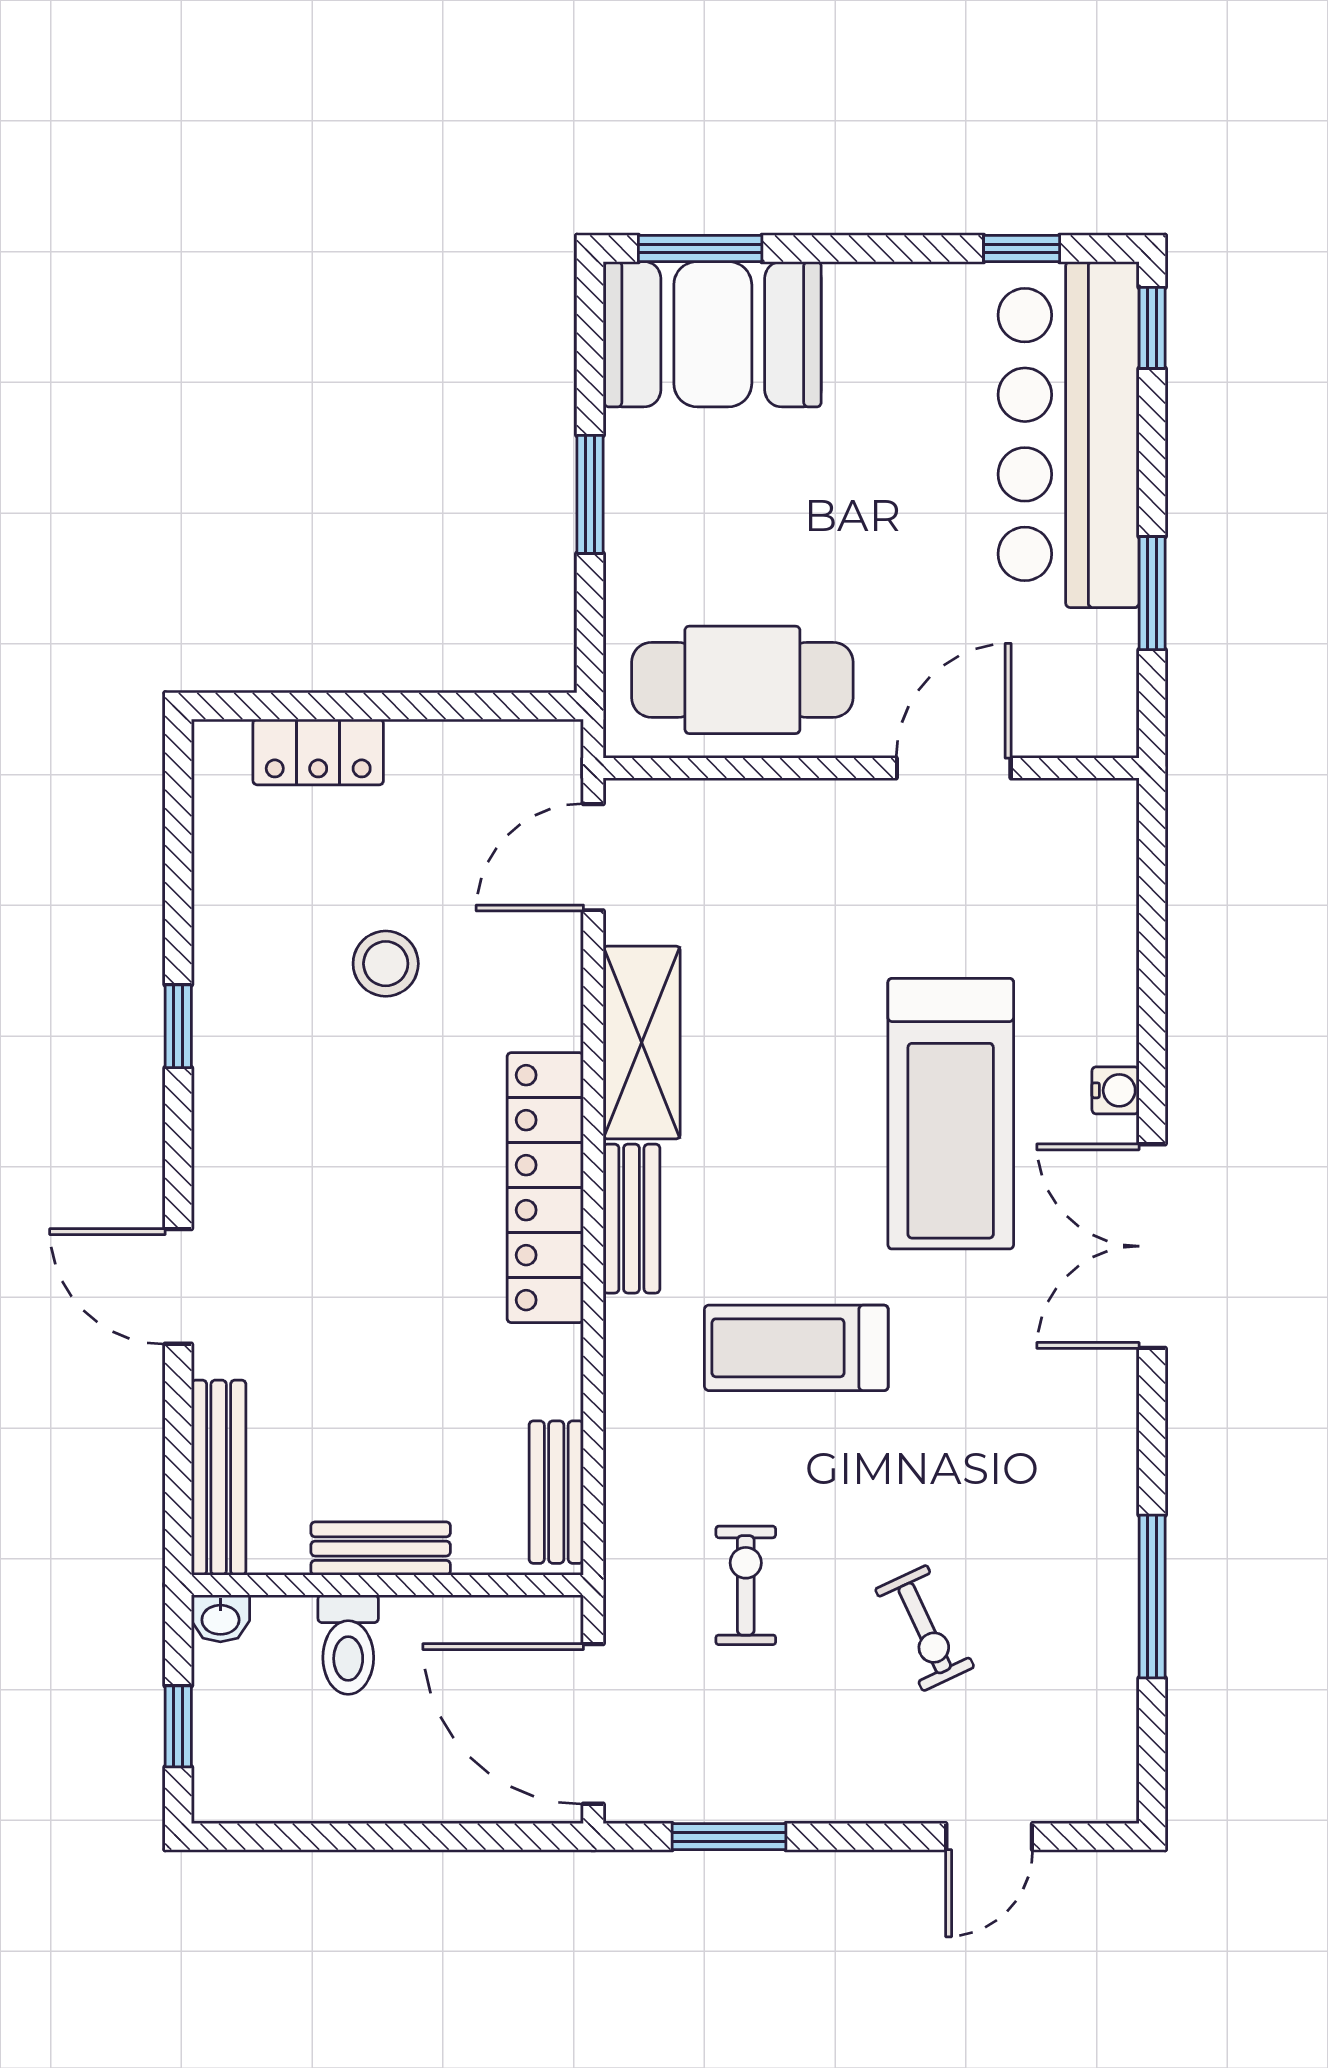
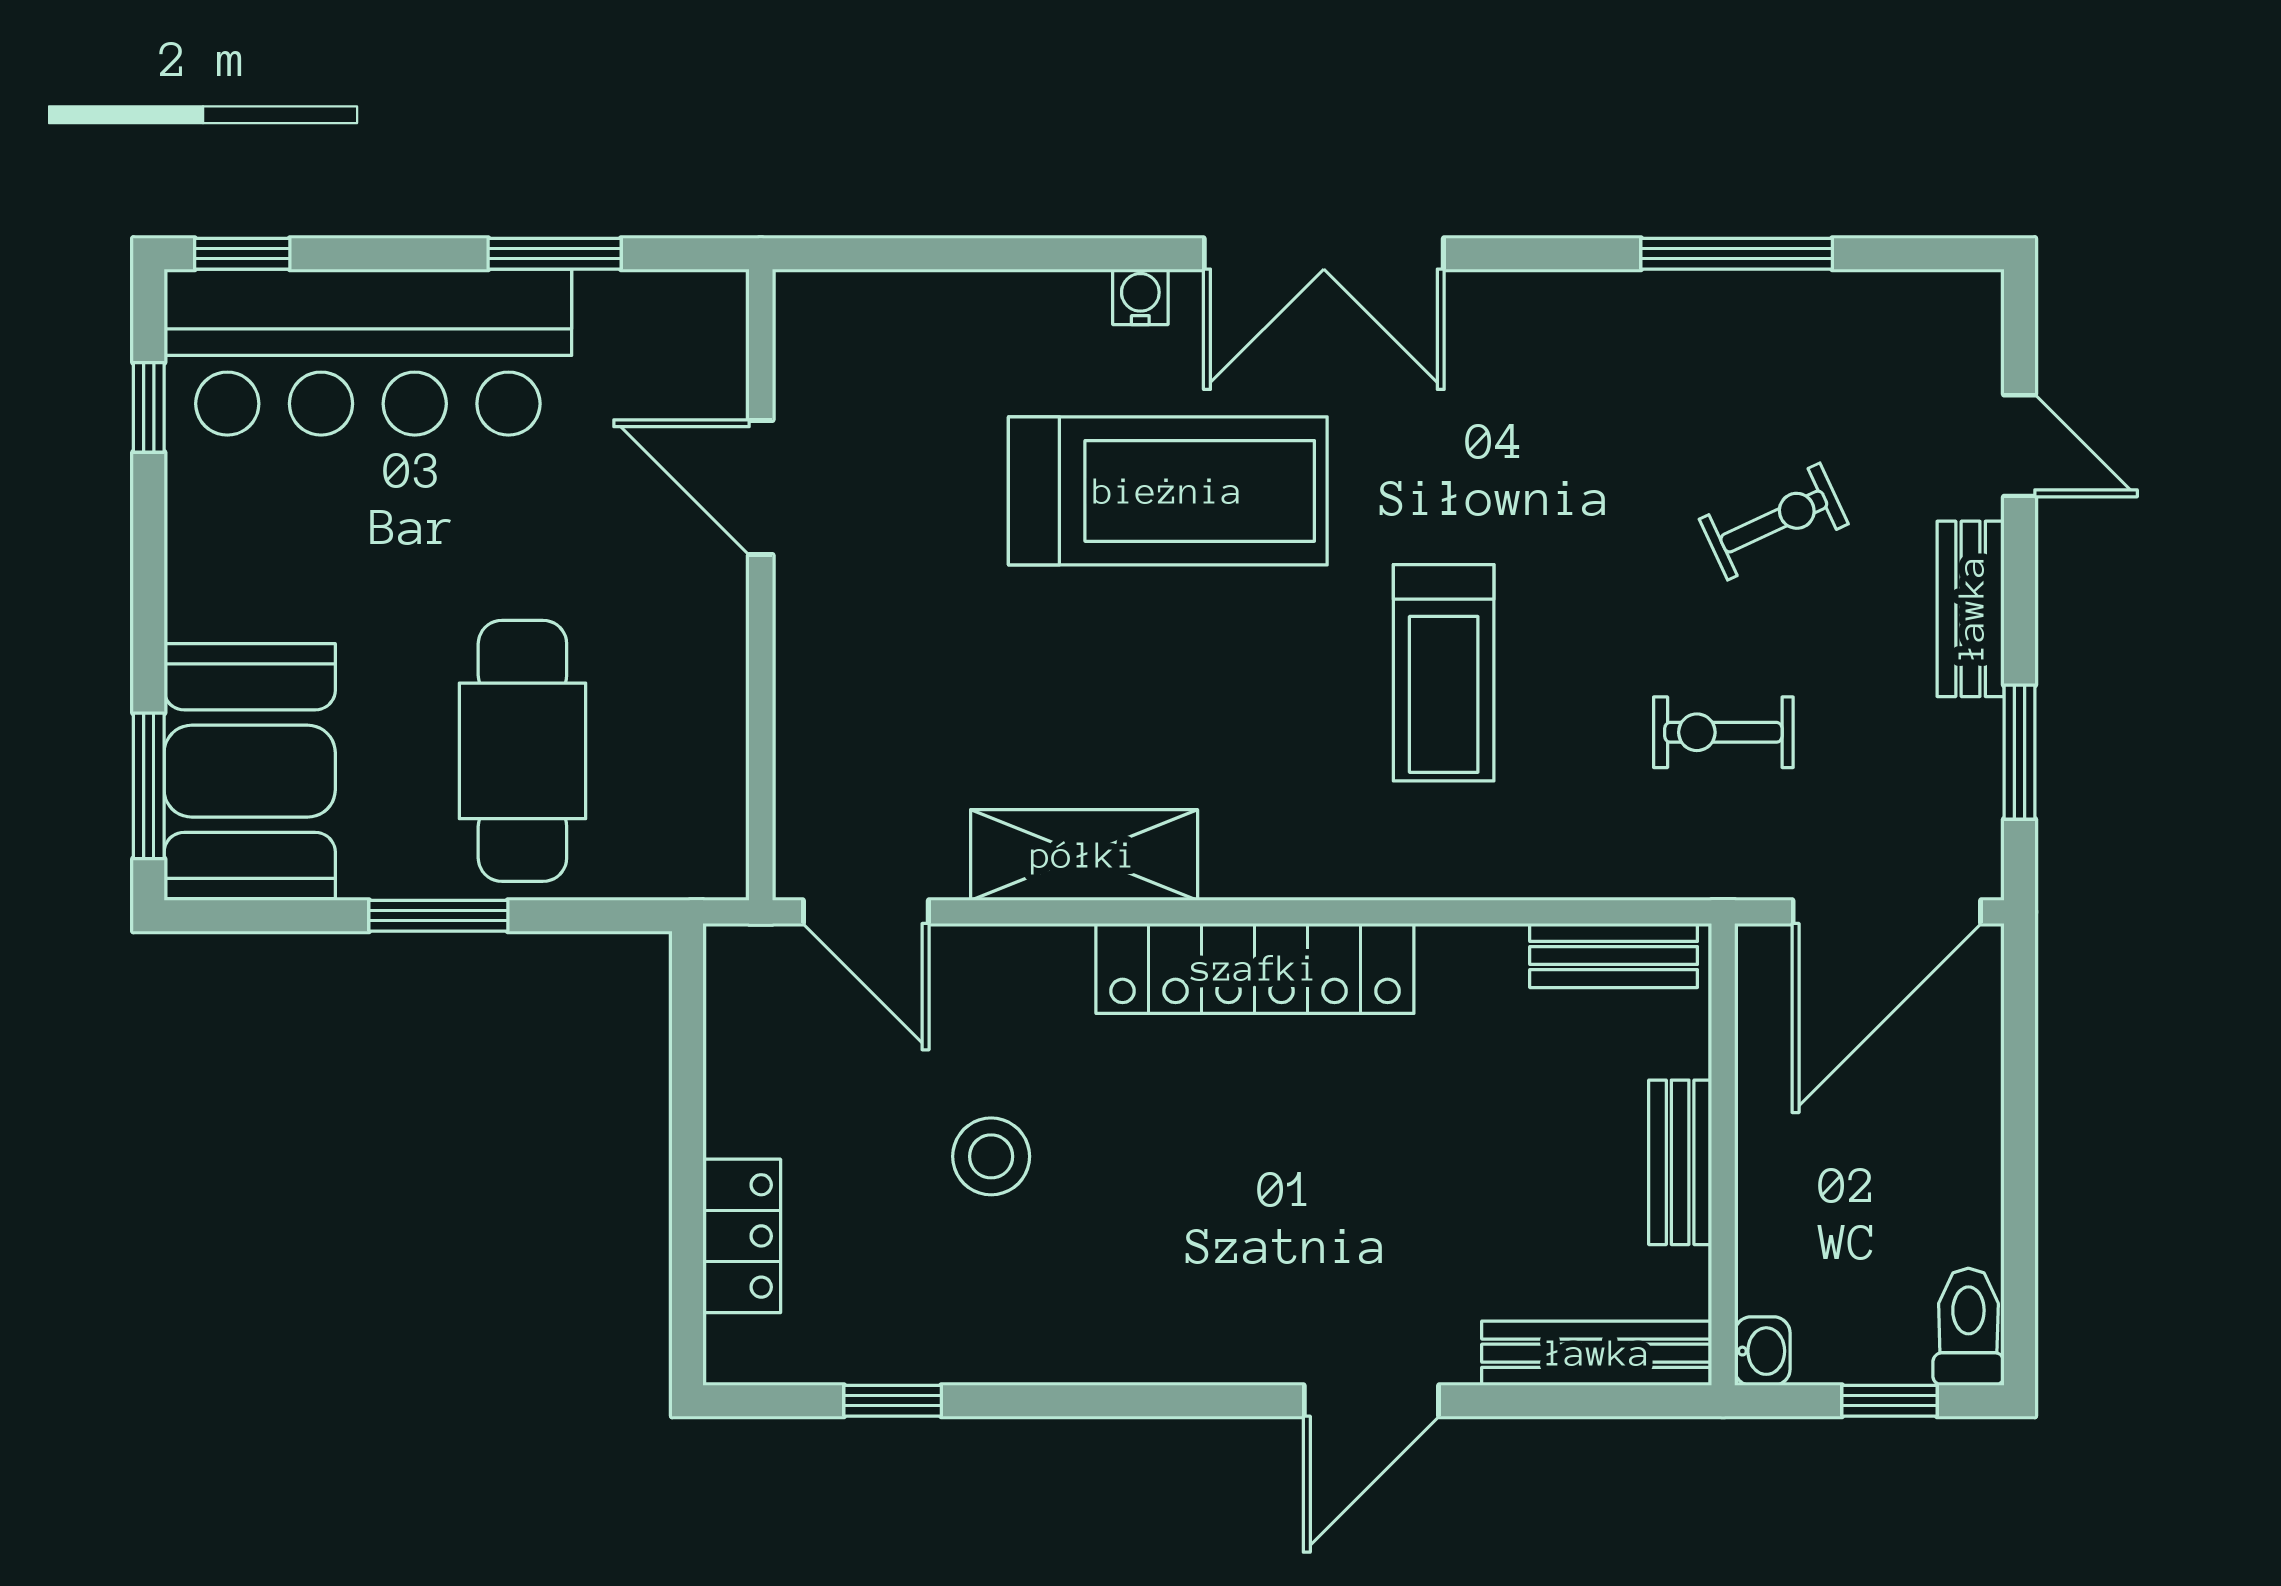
cafe table: (742, 680) -> (522, 751), moved
window: (178, 1026) -> (893, 1401), moved
bench: (631, 1219) -> (1971, 609), moved, turned 90
toilet: (348, 1645) -> (1968, 1327), moved, turned -90

